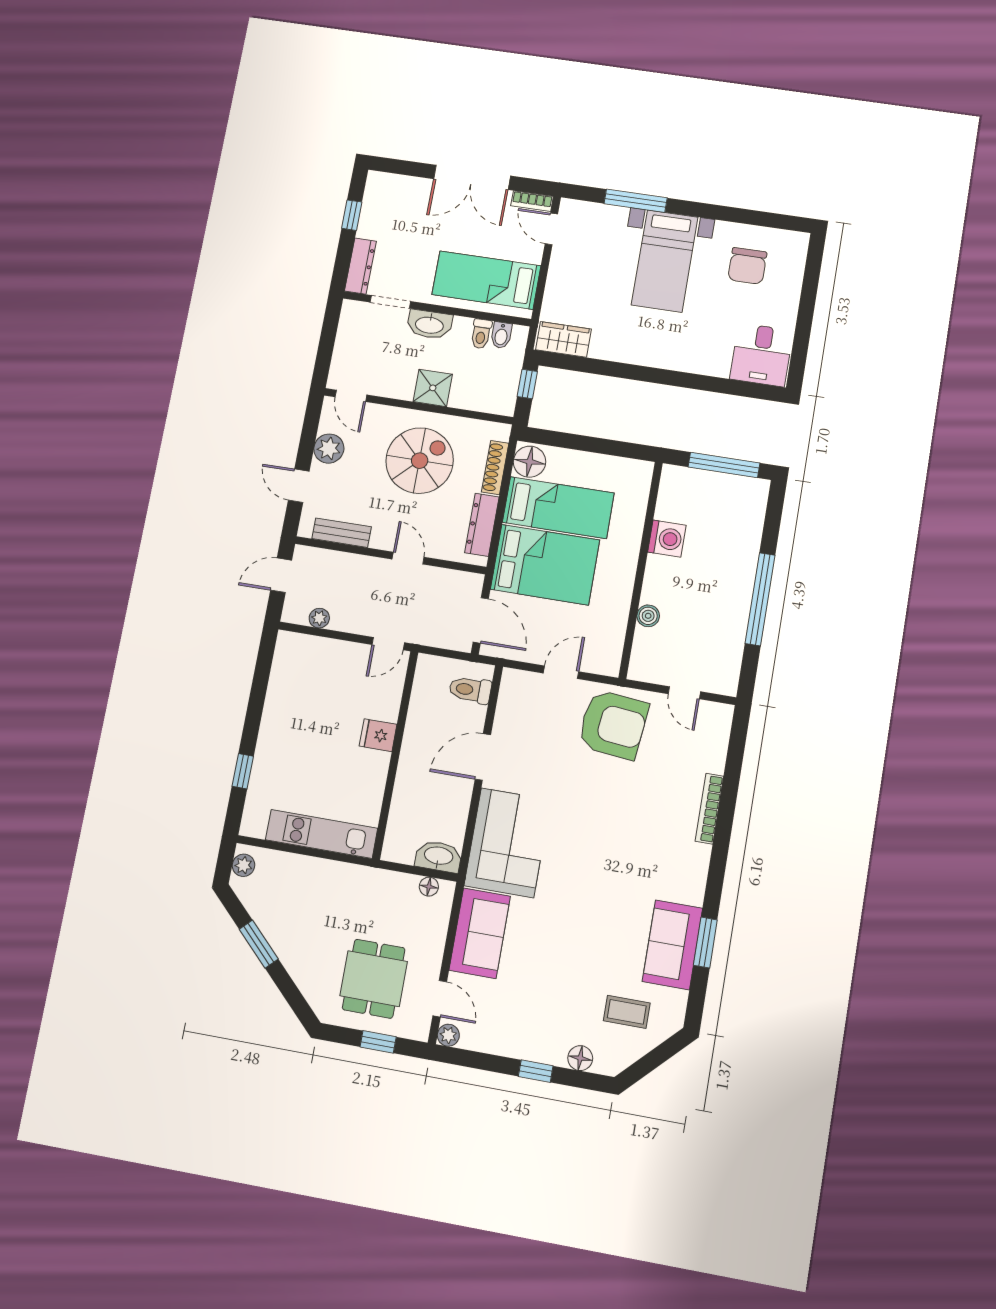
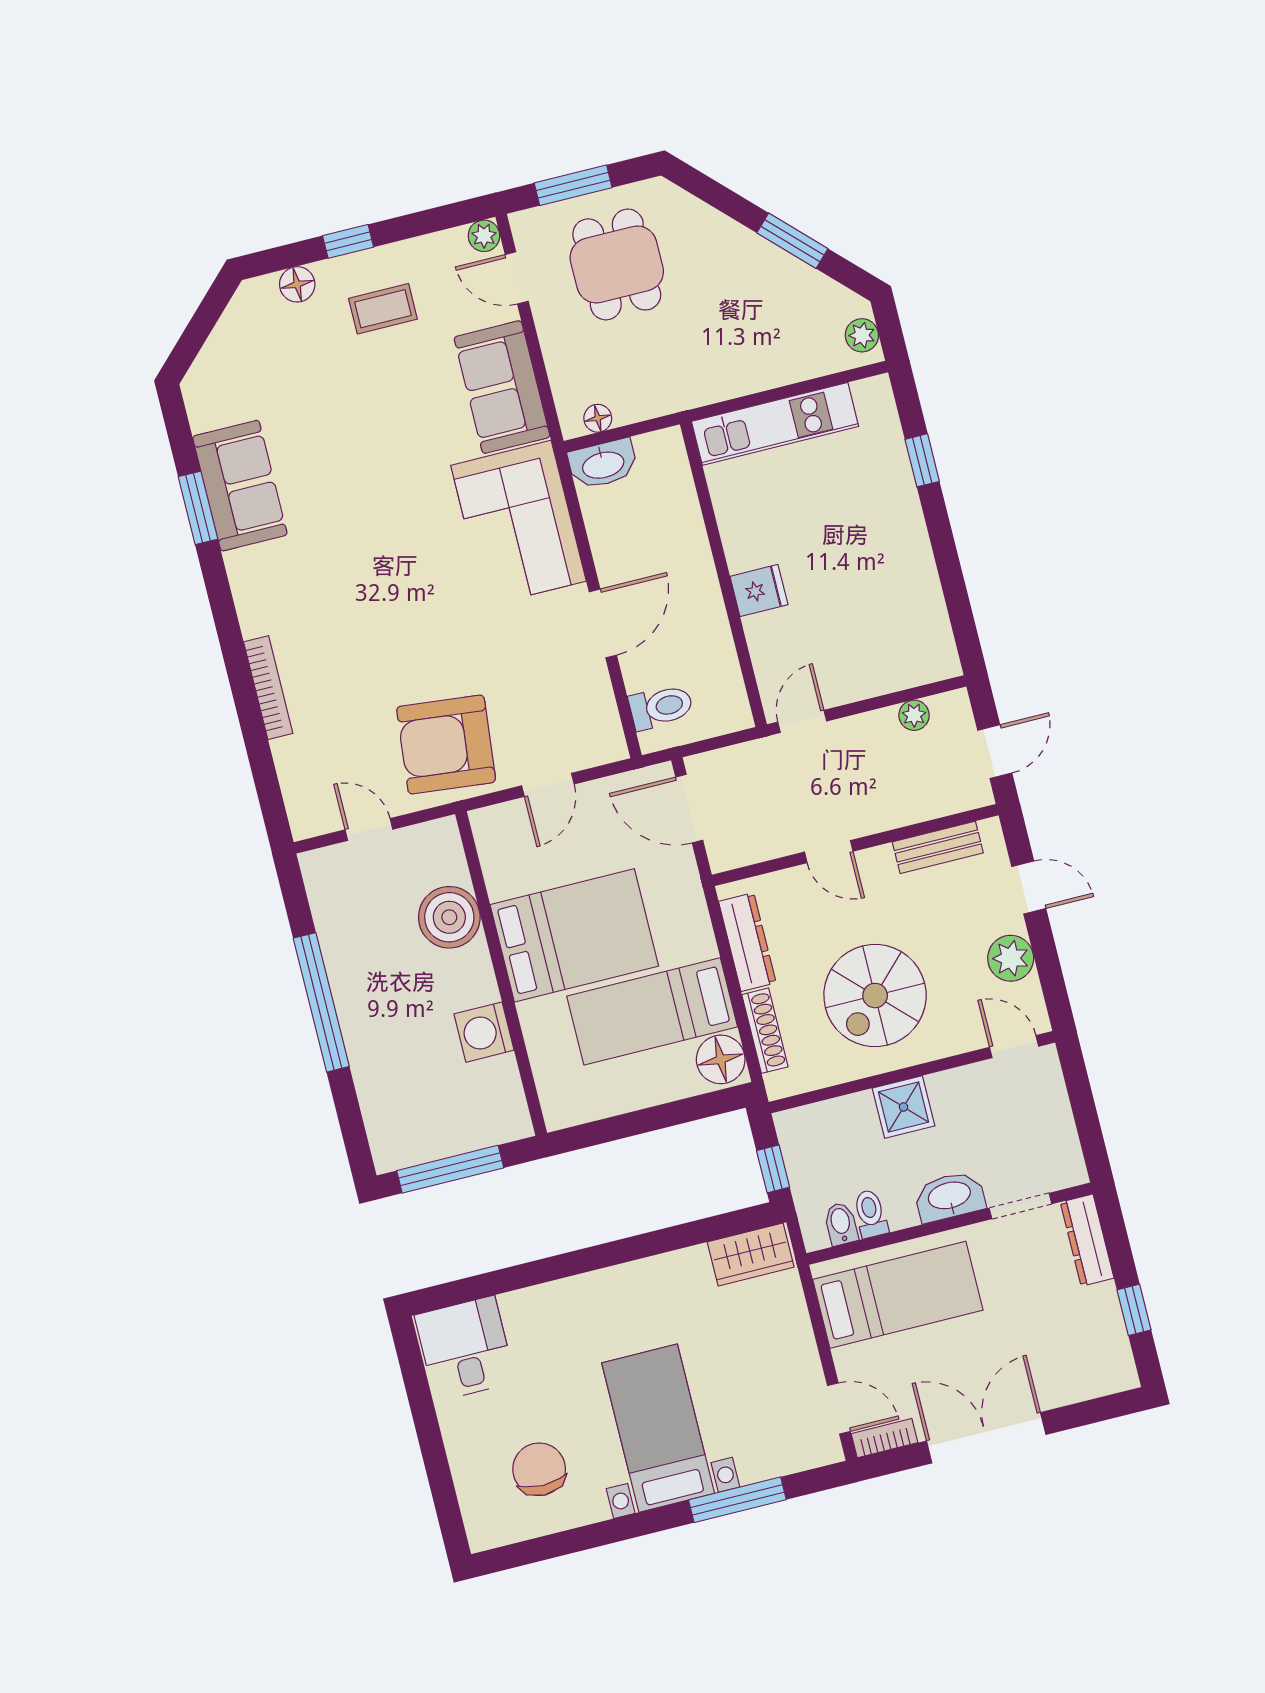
bed: (545, 565) -> (574, 935), moved, turned 180
boiler: (648, 616) -> (449, 917), width x1.86, depth x1.86
coffee table: (627, 1012) -> (383, 309), moved
window: (378, 1042) -> (573, 185), width x1.50

